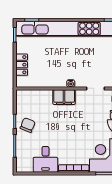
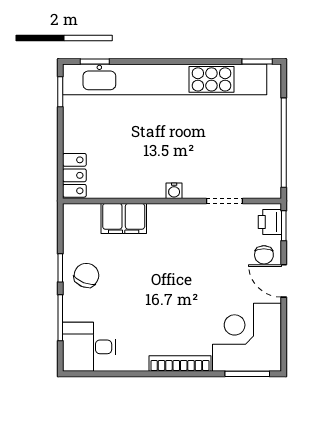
locker: (22, 65) -> (74, 175), moved
filing cabinet: (64, 97) -> (124, 218), moved
desk: (45, 159) -> (89, 347), moved, turned 90

